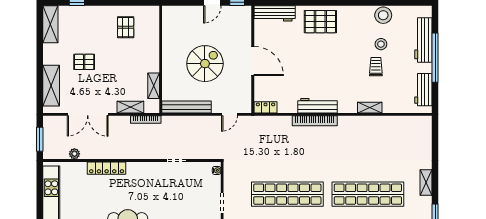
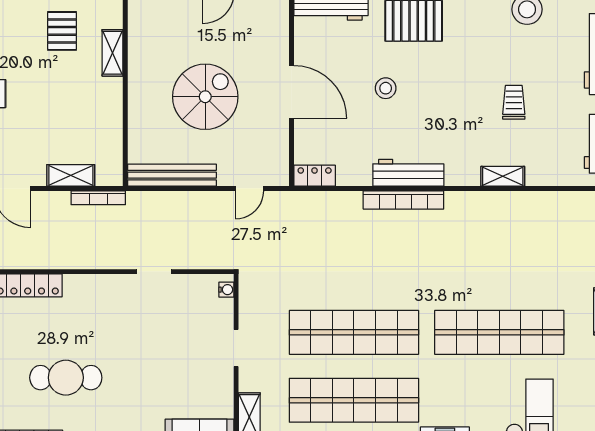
stool: (381, 44) -> (386, 88), moved
shelving: (154, 86) -> (112, 53), moved

